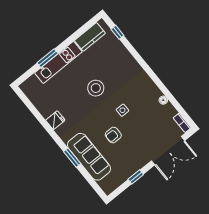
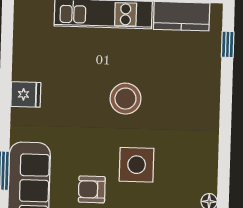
side table: (122, 110) -> (137, 165), width x1.87, depth x1.87

